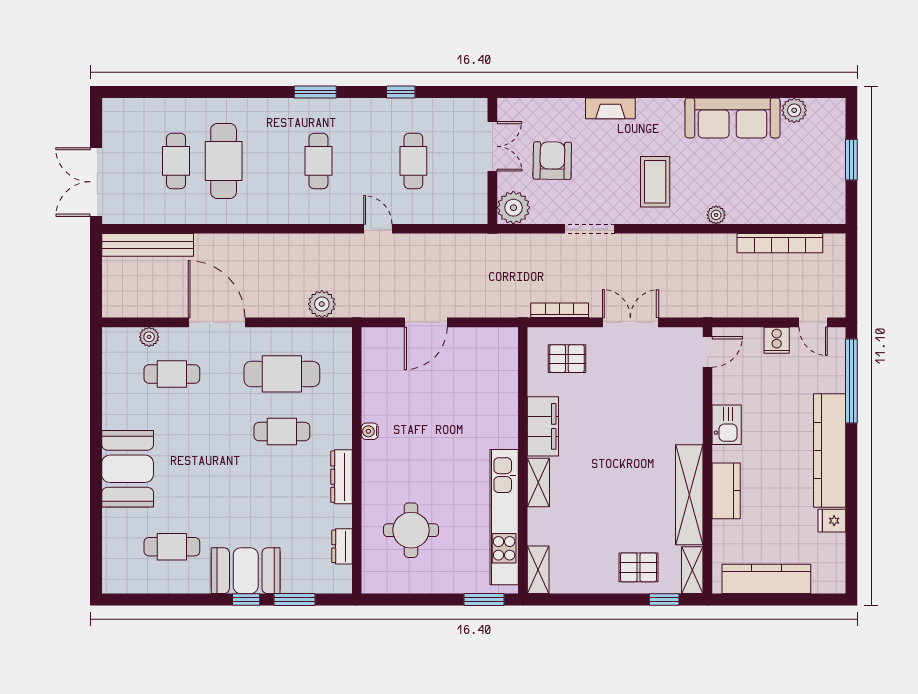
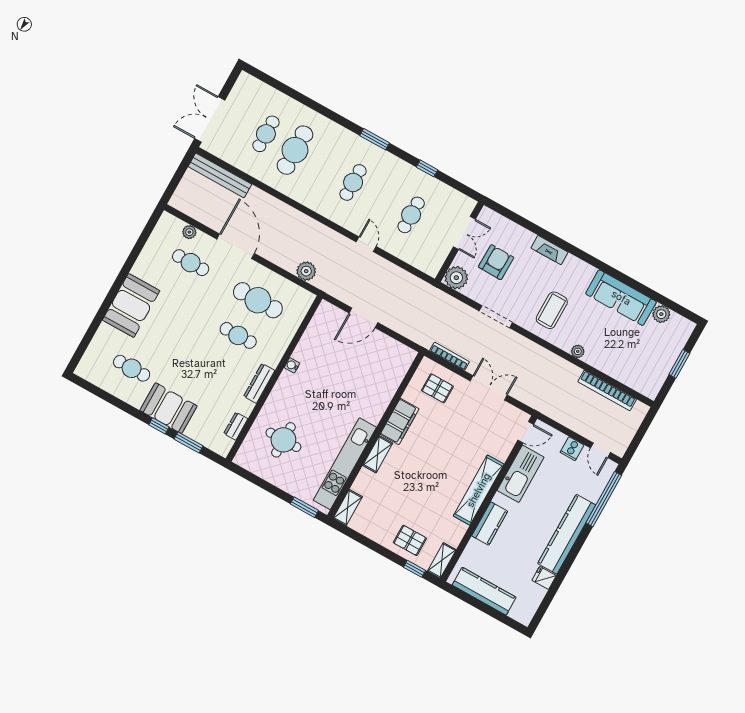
kitchen sink: (727, 425) -> (521, 474), width x1.87, depth x1.24
shelving: (689, 495) -> (479, 490), moved

